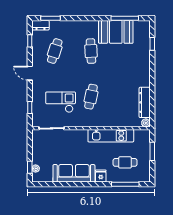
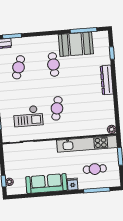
checkout: (61, 102) -> (28, 116), turned 180
dresser: (145, 102) -> (107, 80), moved
kitchen unit: (111, 136) -> (87, 144), width x1.36

